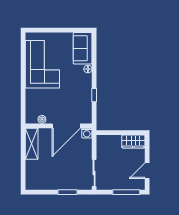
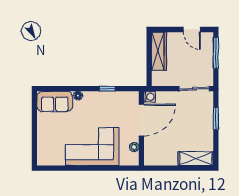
corner sofa: (42, 64) -> (92, 147), moved
door: (66, 126) -> (141, 120), hinge flipped
wardrobe: (133, 141) -> (159, 51), width x1.50
shelving: (32, 144) -> (196, 159), moved

